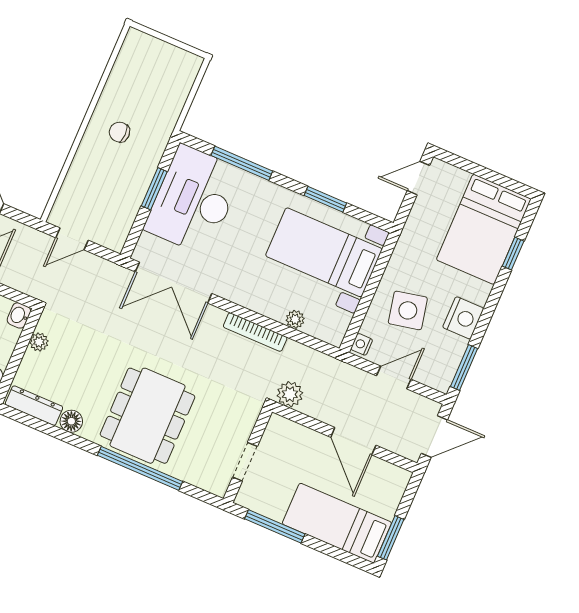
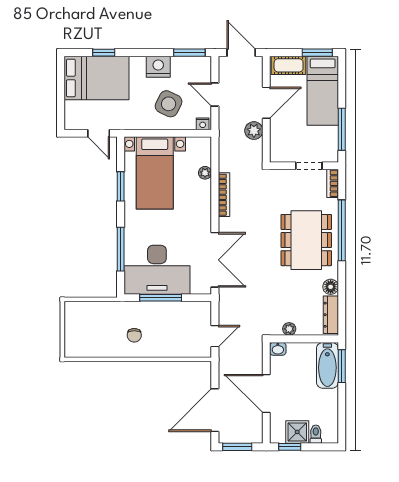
door: (418, 178) -> (99, 133), moved
window: (154, 189) -> (161, 298), width x1.44
door: (72, 239) -> (215, 336), hinge flipped
side table: (408, 310) -> (169, 104), turned 38
plant: (290, 394) -> (254, 131), moved
dining table: (148, 416) -> (306, 240), turned 90
bookcase: (208, 483) -> (333, 183), added
cot: (390, 492) -> (289, 65), added

